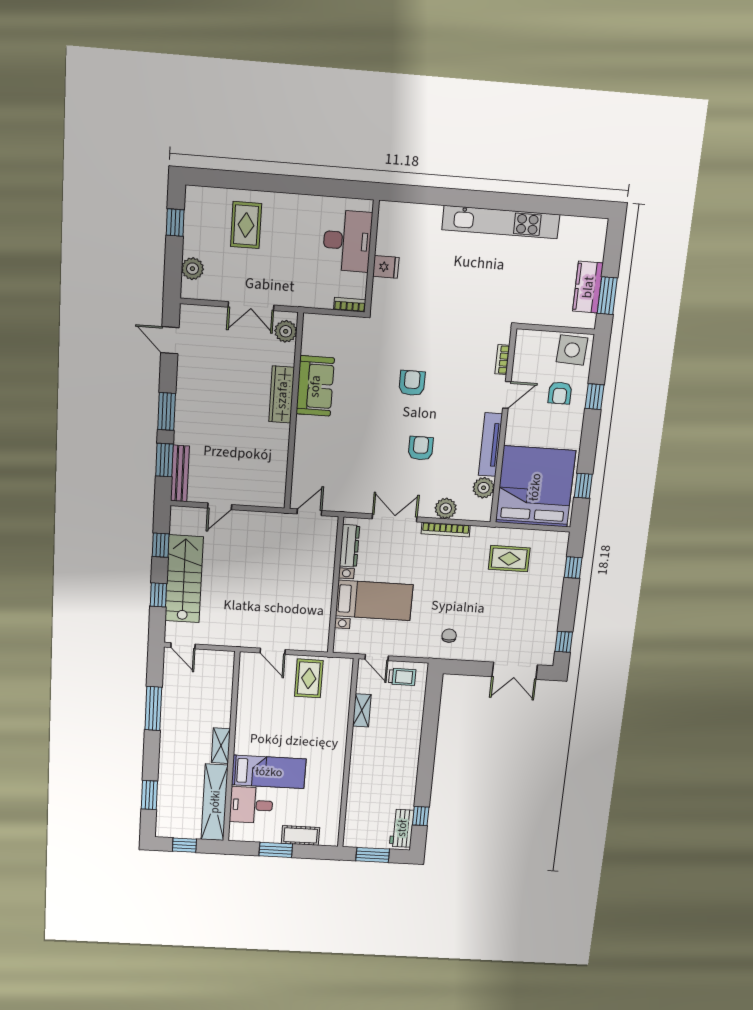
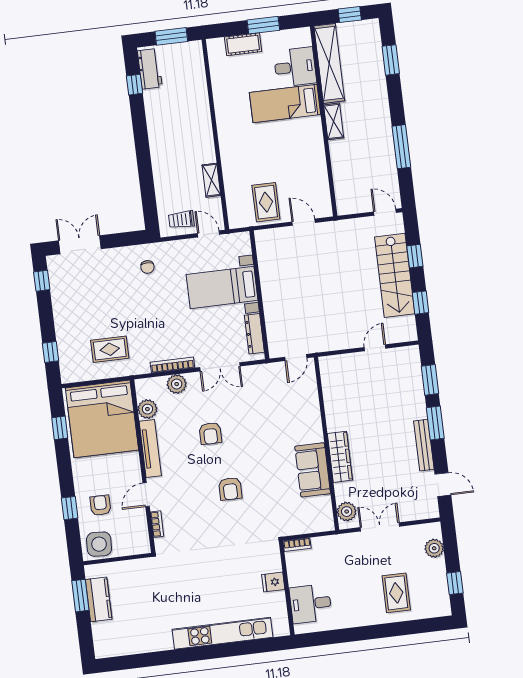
kitchen unit: (501, 222) -> (222, 633), moved
desk: (347, 241) -> (311, 604), width x0.73
bench: (180, 473) -> (424, 445), moved

